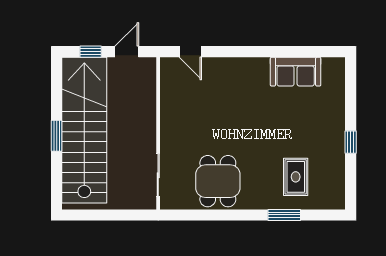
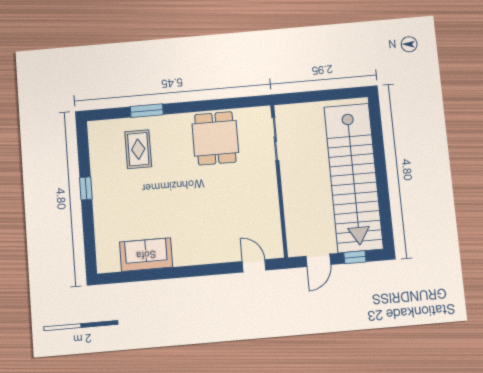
window: (57, 136) -> (381, 169), removed

